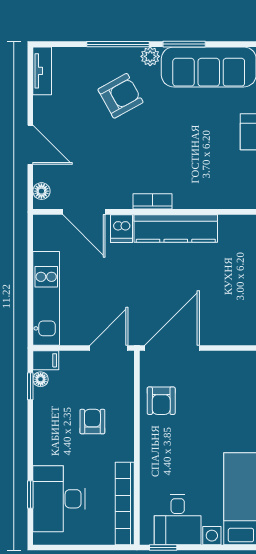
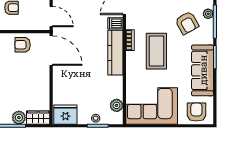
plant: (150, 56) -> (208, 14), moved
coffee table: (173, 153) -> (156, 51), added

